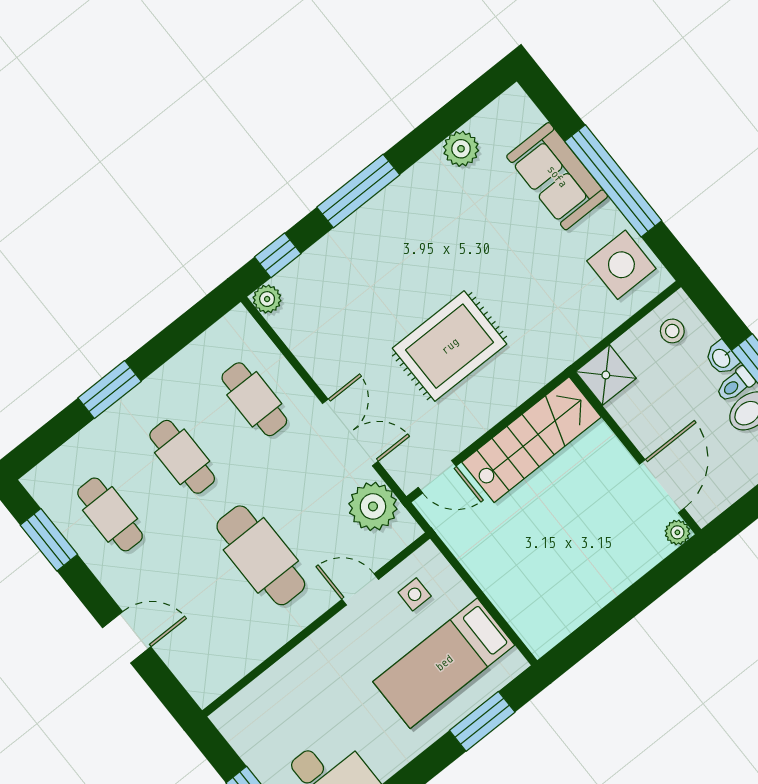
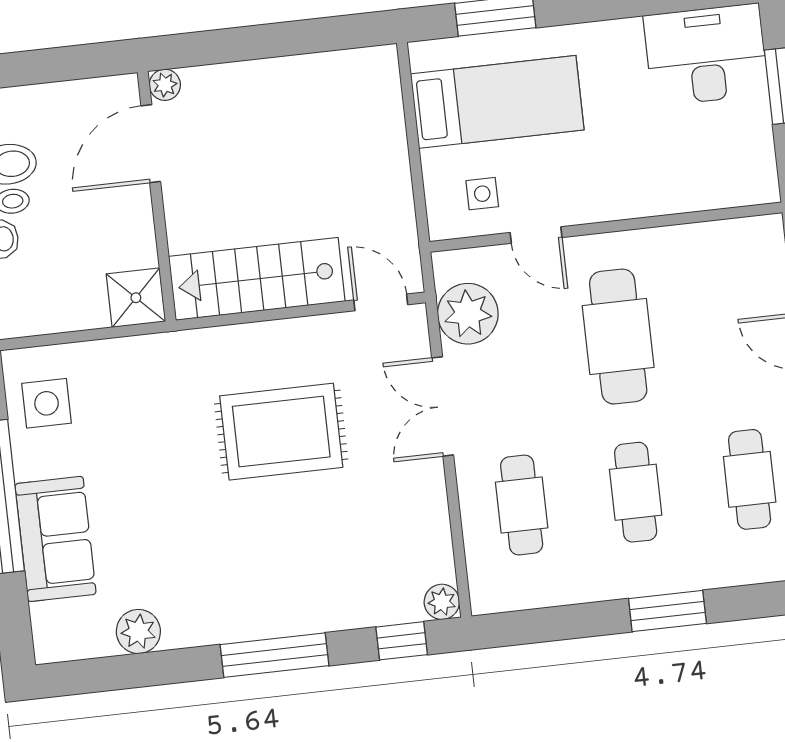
side table: (621, 265) -> (47, 403), width x0.73, depth x0.73
stool: (672, 331) -> (37, 300), removed

